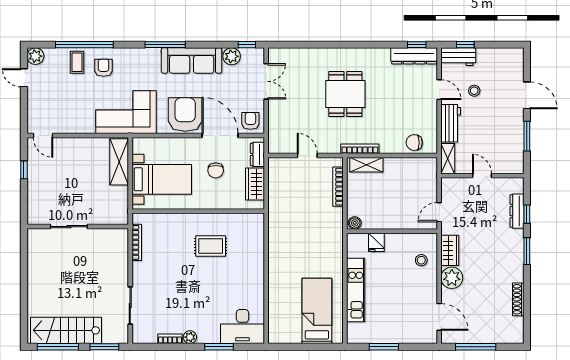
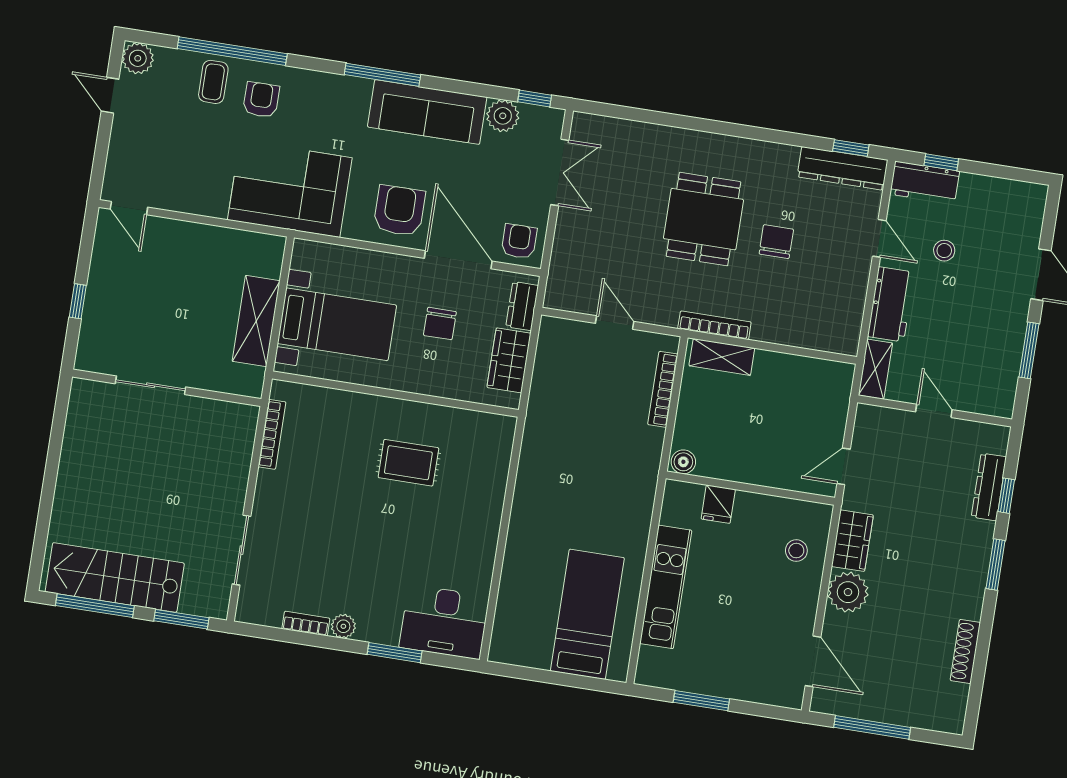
armchair: (185, 115) -> (399, 211), width x0.73, depth x0.73
chair: (414, 143) -> (776, 242), moved, turned 90
shelving: (119, 162) -> (256, 321), moved
window: (24, 170) -> (78, 301), moved

